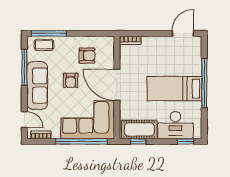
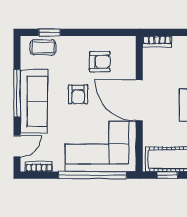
window: (49, 33) -> (50, 32), width x0.46
window: (24, 67) -> (17, 93), moved
door: (24, 120) -> (17, 146), hinge flipped

